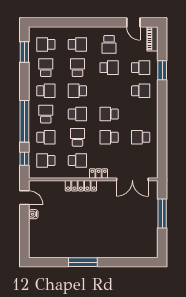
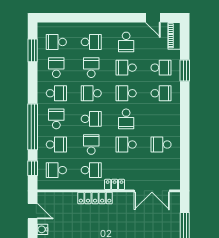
school desk: (109, 68) -> (126, 68), turned 180
school desk: (109, 91) -> (126, 93), added
school desk: (109, 114) -> (126, 119), turned -90

